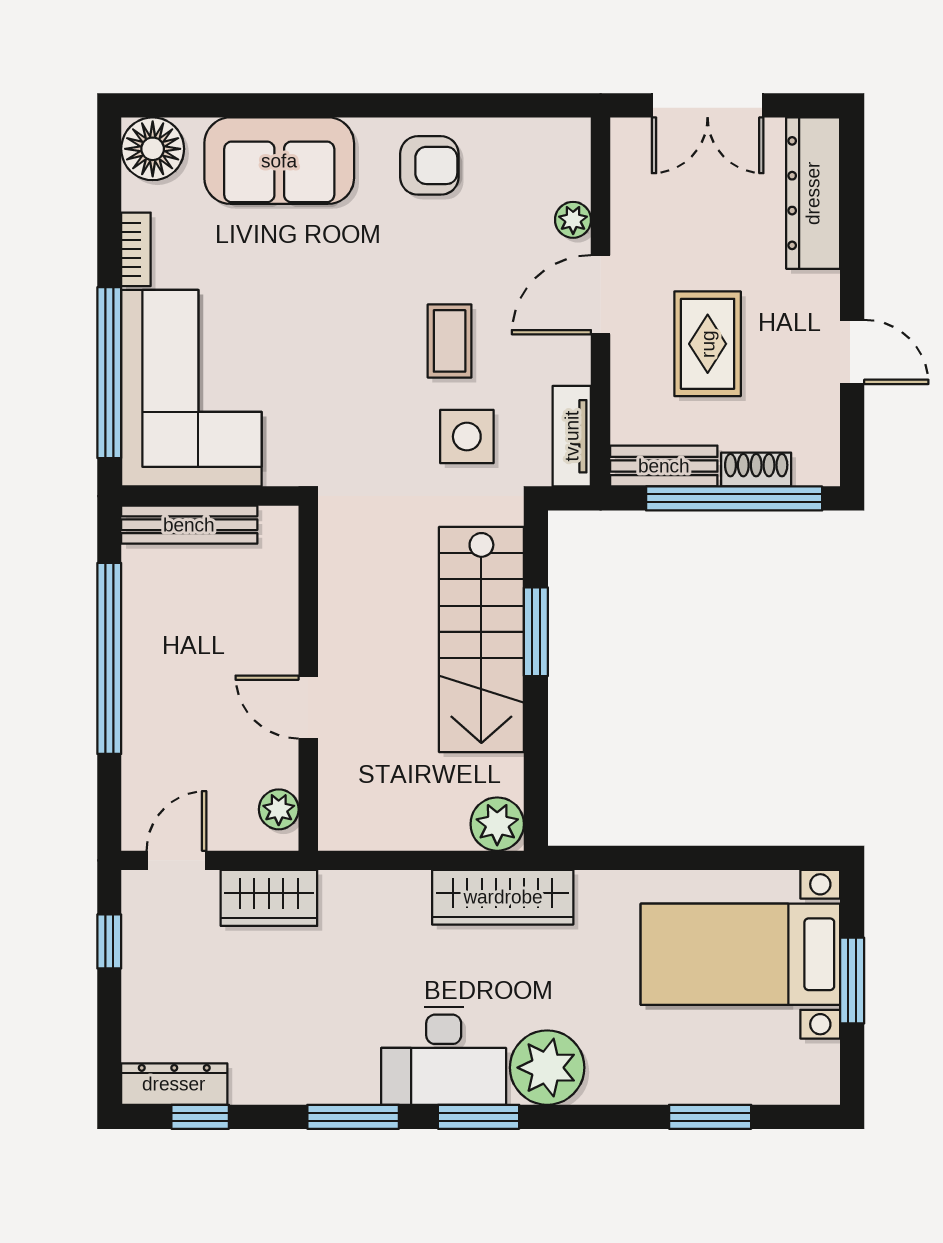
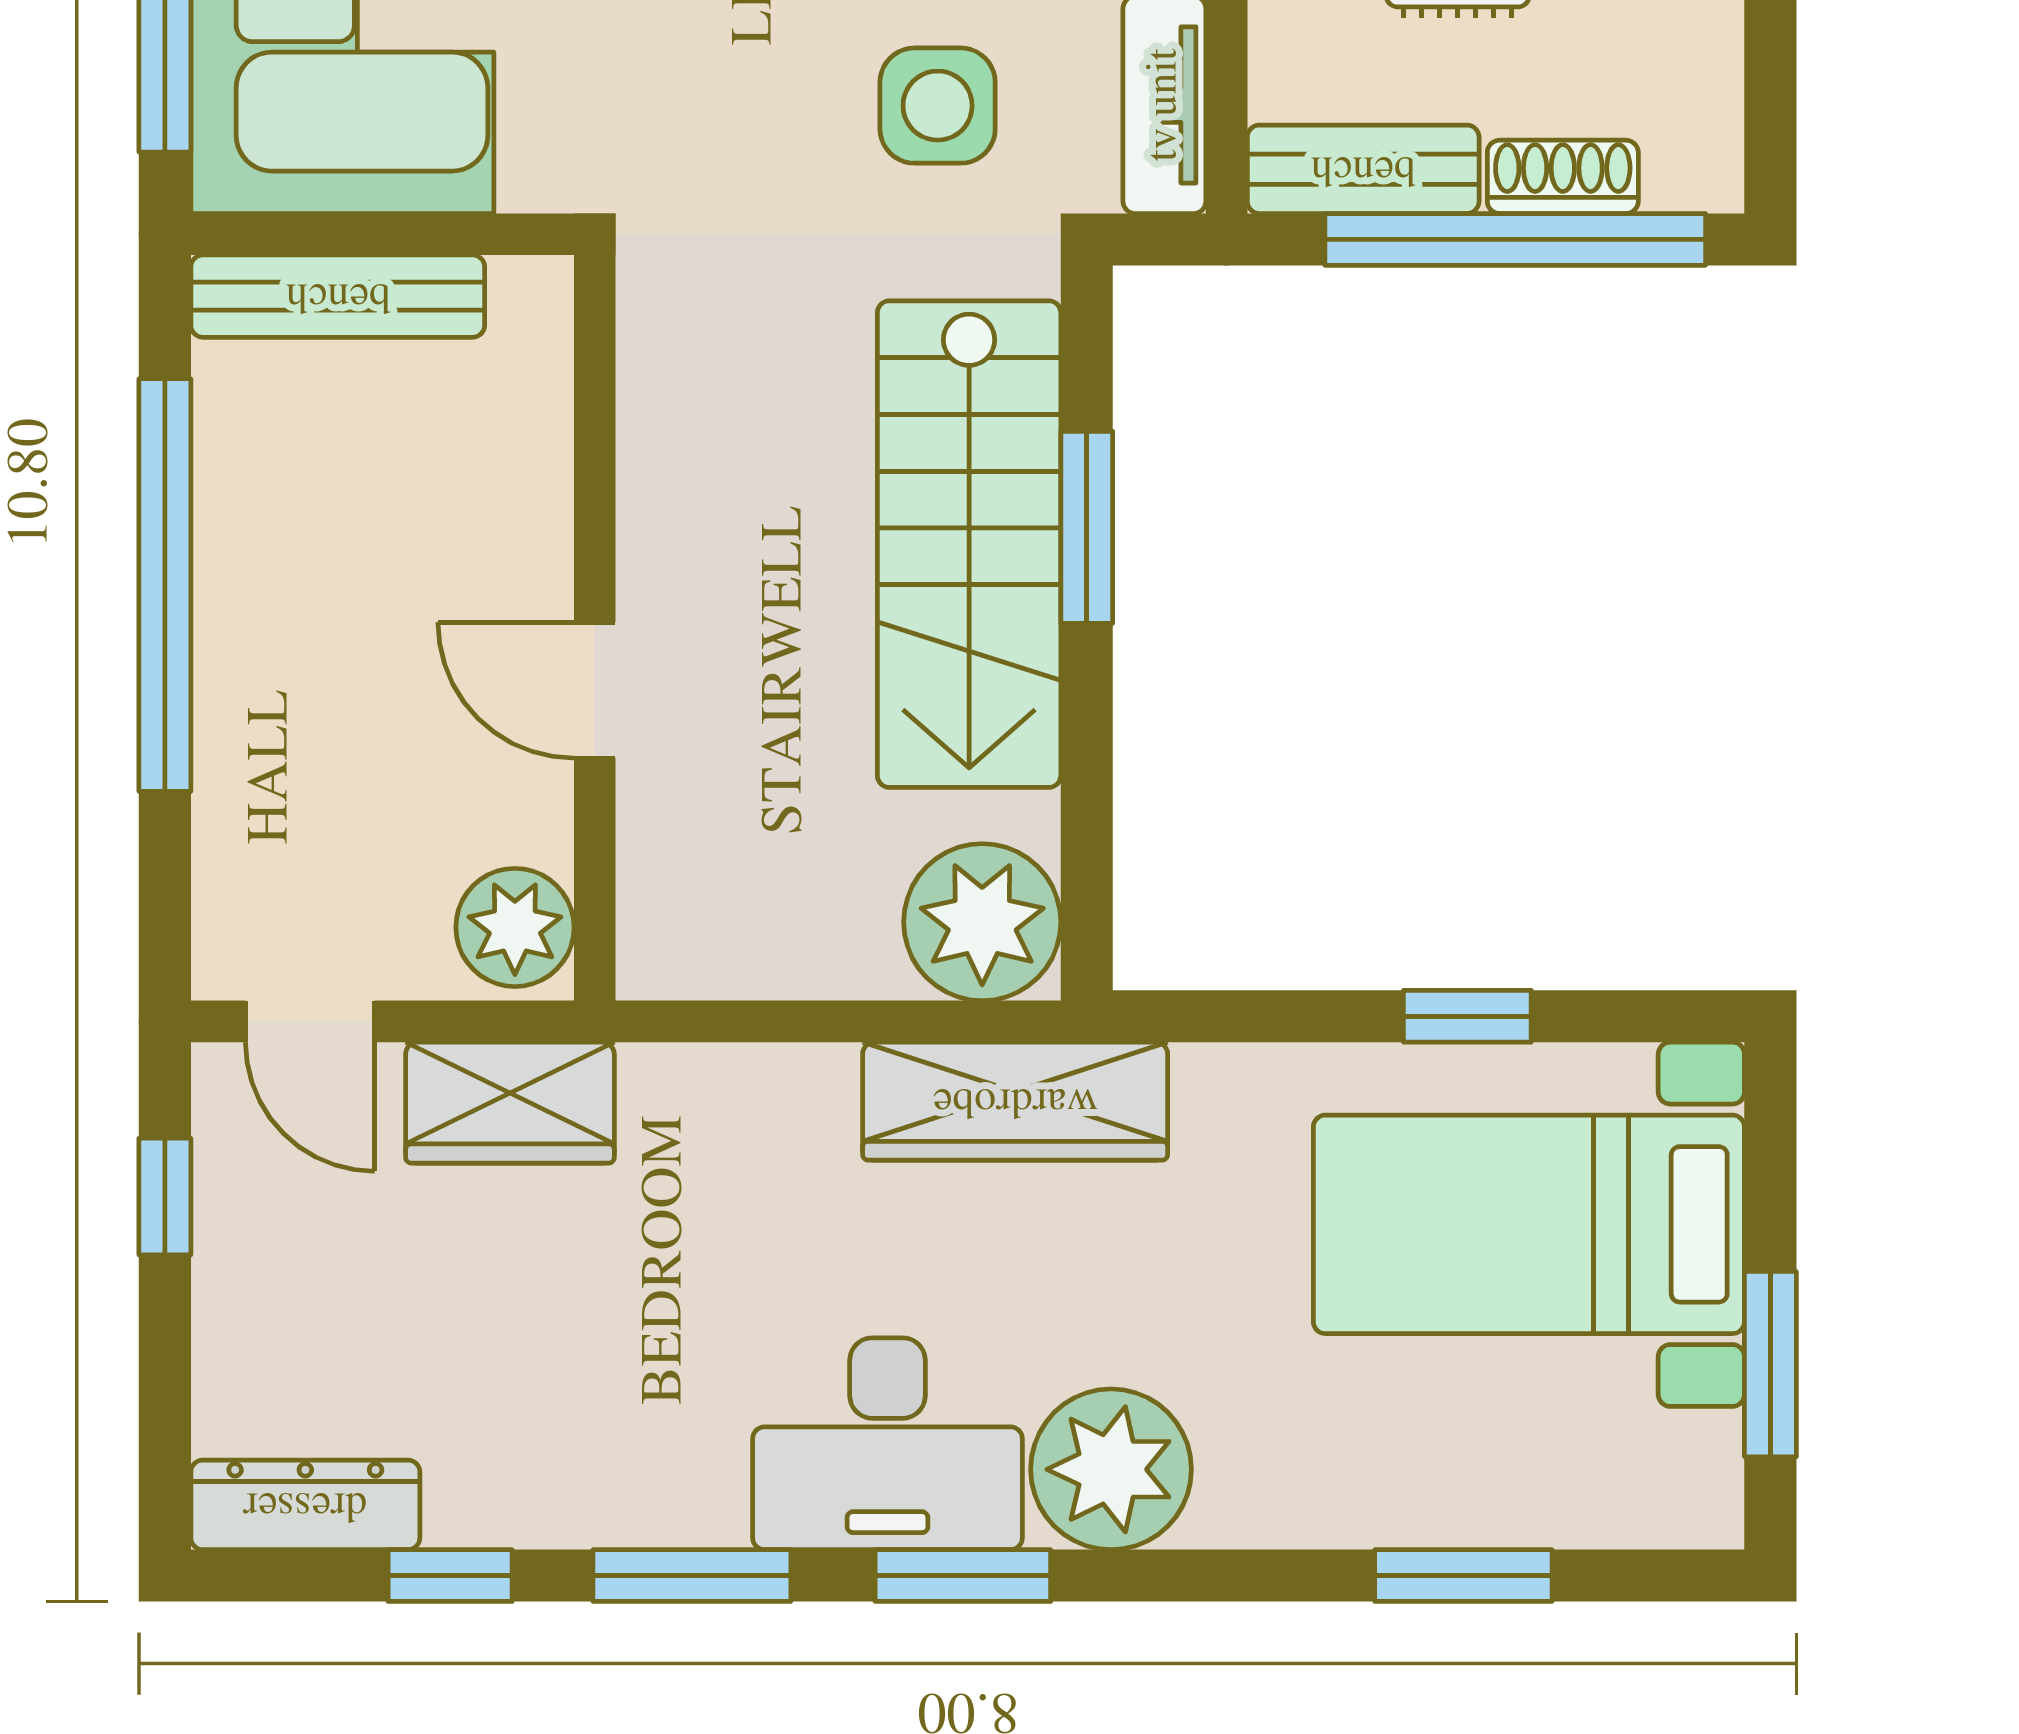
plant: (279, 809) -> (515, 927), width x1.38, depth x1.38
plant: (497, 824) -> (982, 922), width x1.36, depth x1.36
window: (712, 858) -> (1467, 1016), added
door: (176, 860) -> (310, 1021), swing flipped
window: (852, 981) -> (1770, 1364), moved
window: (200, 1117) -> (450, 1576), moved

